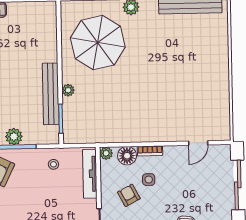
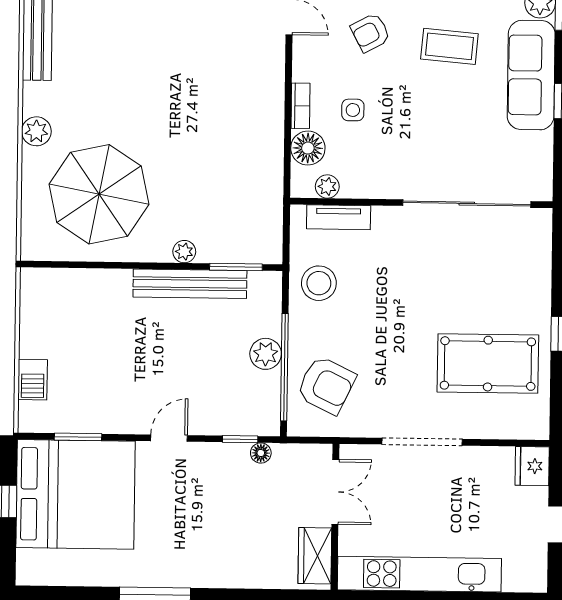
plant: (106, 153) -> (327, 186), moved
stool: (53, 164) -> (319, 283), width x1.89, depth x1.89
tv unit: (90, 174) -> (339, 217), width x0.71
armchair: (129, 195) -> (370, 33), moved

